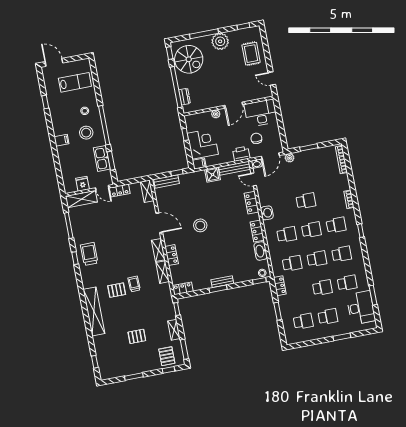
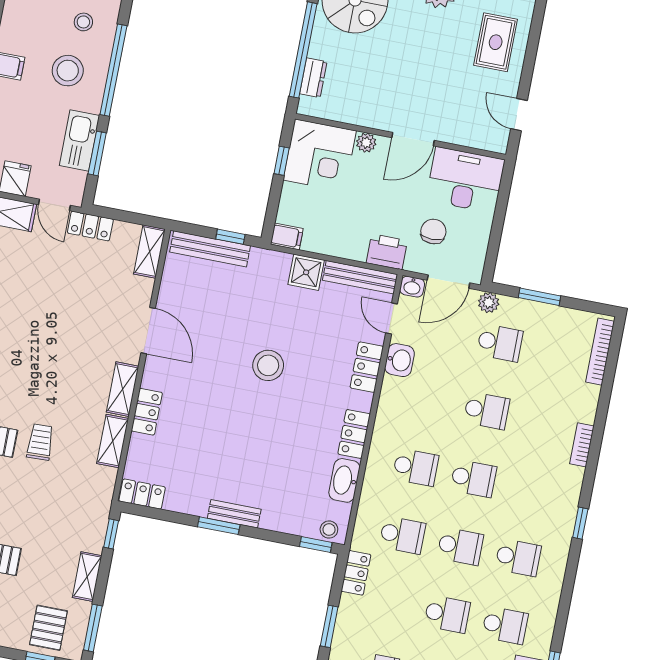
corner desk: (203, 144) -> (320, 155), moved, turned 90
bench: (166, 181) -> (210, 249), width x1.36
washbasin: (267, 213) -> (400, 360), moved
stool: (200, 225) -> (268, 365), moved
school desk: (336, 225) -> (500, 343), moved

